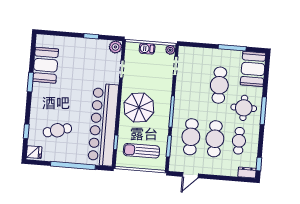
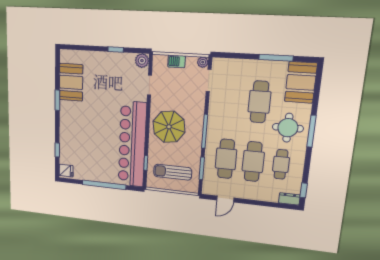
cafe table: (57, 130) -> (87, 149), removed

